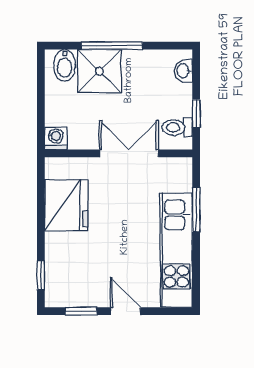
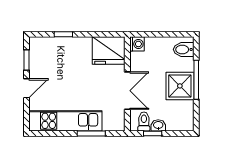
shower: (99, 71) -> (180, 86), moved
washbasin: (183, 71) -> (158, 125), moved
fridge: (66, 205) -> (109, 51), moved
window: (41, 275) -> (63, 34), moved

